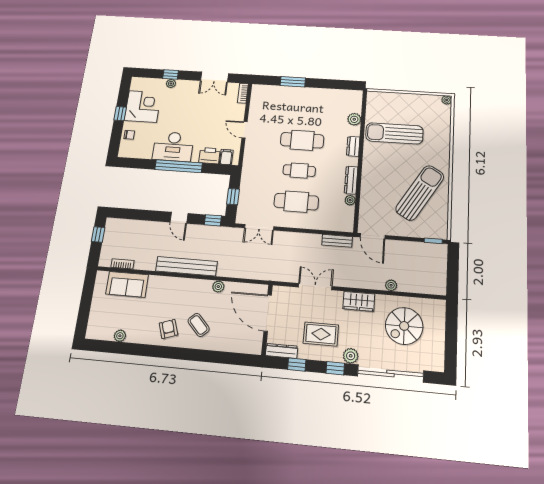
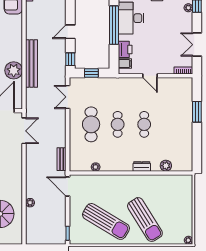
door: (245, 130) -> (150, 76), swing flipped
sun lounger: (394, 133) -> (145, 220), moved, turned 148
cafe table: (302, 140) -> (144, 124), width x0.73, depth x0.74
dresser: (351, 180) -> (113, 167), removed
door: (373, 236) -> (68, 187), hinge flipped
bench: (186, 266) -> (32, 63), moved
plant: (218, 287) -> (14, 70), width x1.87, depth x1.87
double door: (315, 287) -> (24, 131), moved
wardrobe: (359, 301) -> (16, 179), removed

